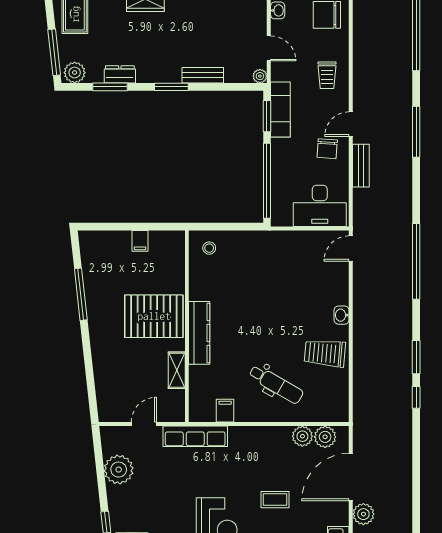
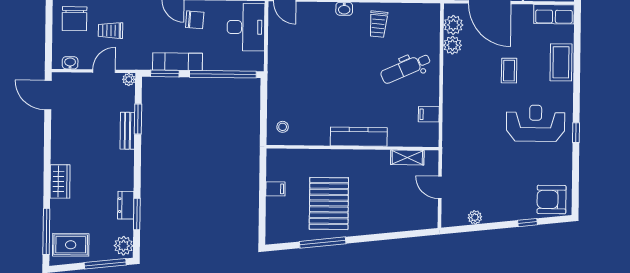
trolley: (327, 75) -> (111, 30), moved, turned 180
window: (171, 87) -> (138, 119), moved
exam couch: (280, 110) -> (177, 62), moved
pallet: (154, 316) -> (329, 204), moved
trolley: (325, 353) -> (378, 24), width x0.73, depth x0.72
shelving: (177, 370) -> (407, 157), moved
dental chair: (276, 384) -> (406, 68), turned -144
row of seats: (195, 436) -> (451, 141), removed
plant: (119, 470) -> (475, 217), width x0.53, depth x0.53

